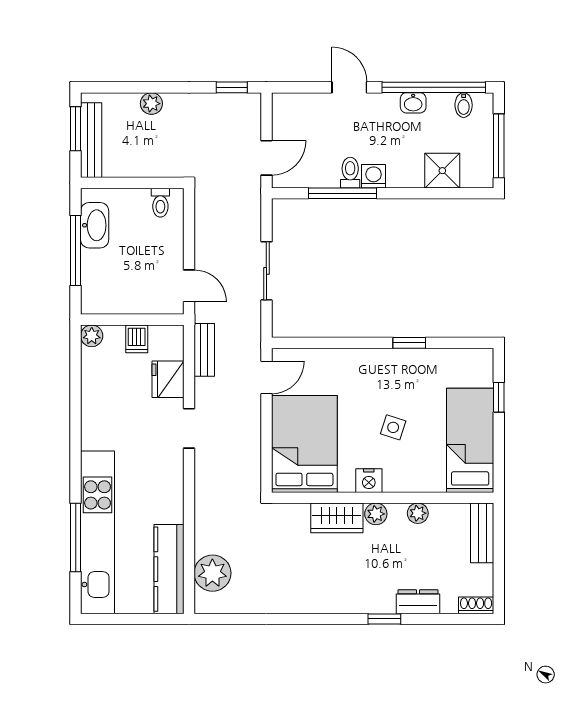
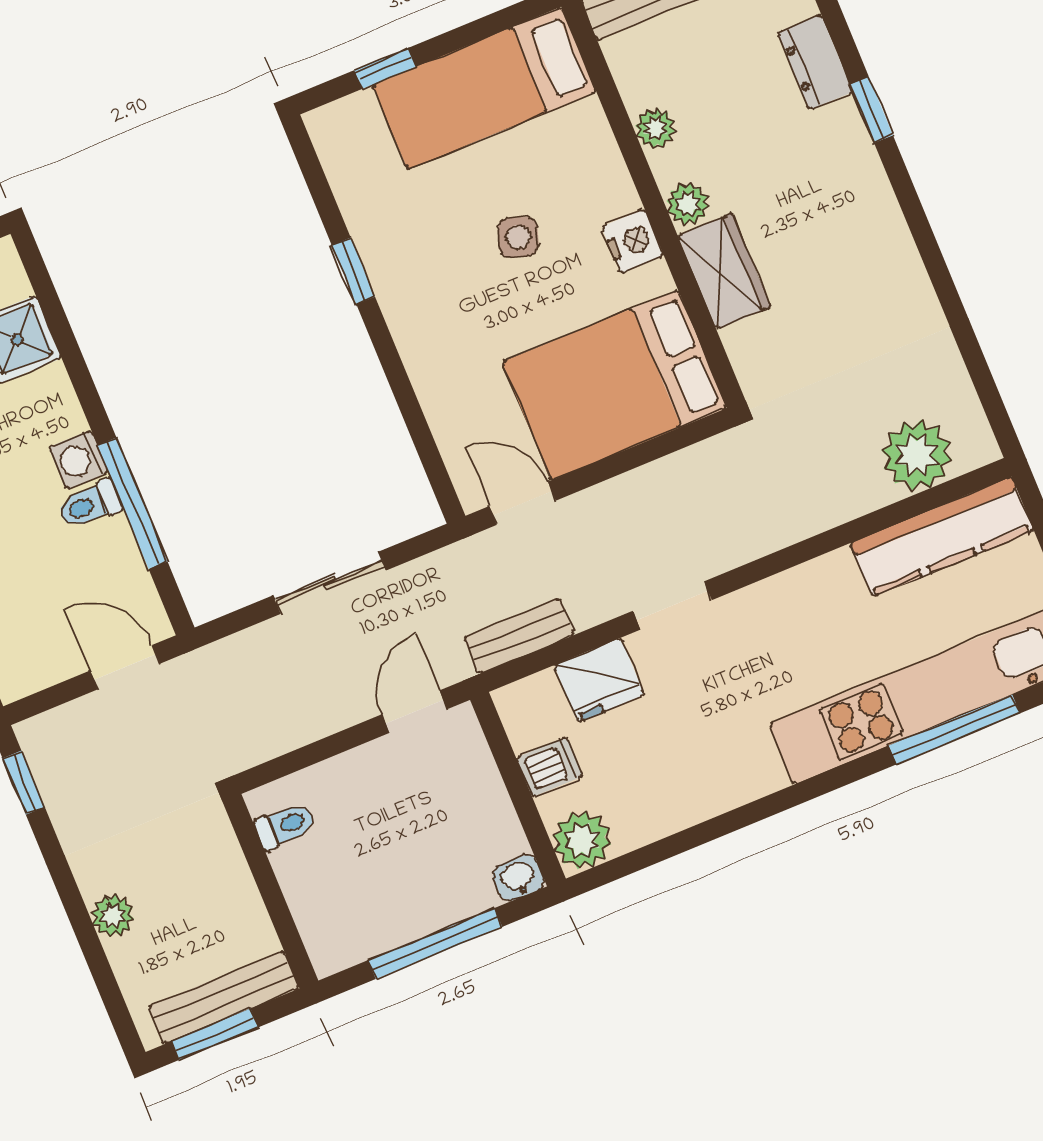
washbasin: (95, 225) -> (518, 878), moved, width x0.52, depth x0.69
plant: (92, 336) -> (582, 840), width x1.38, depth x1.38

